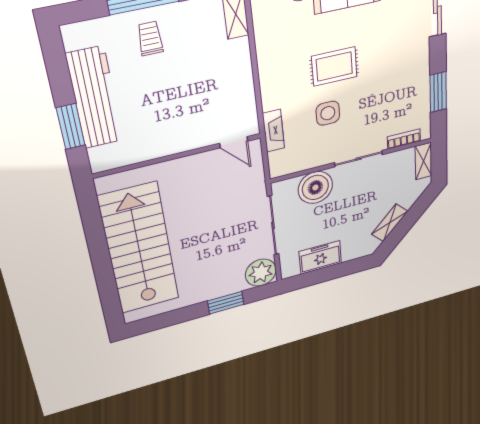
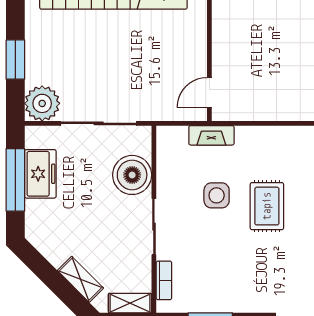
shelving: (390, 223) -> (80, 279), moved
window: (327, 274) -> (15, 180), added

